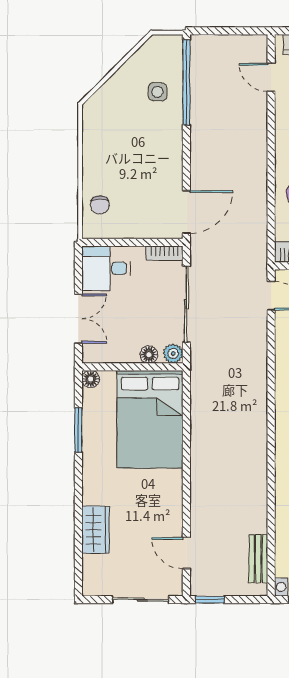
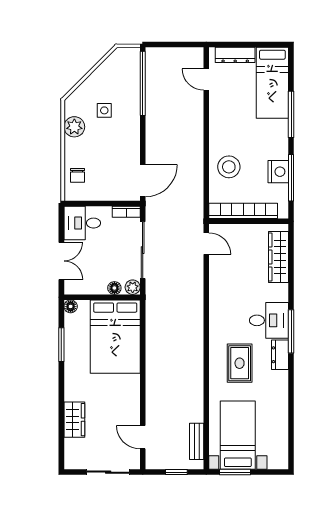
side table: (158, 92) -> (104, 110), moved
plant: (96, 140) -> (74, 127), added
window: (210, 600) -> (176, 472), moved

